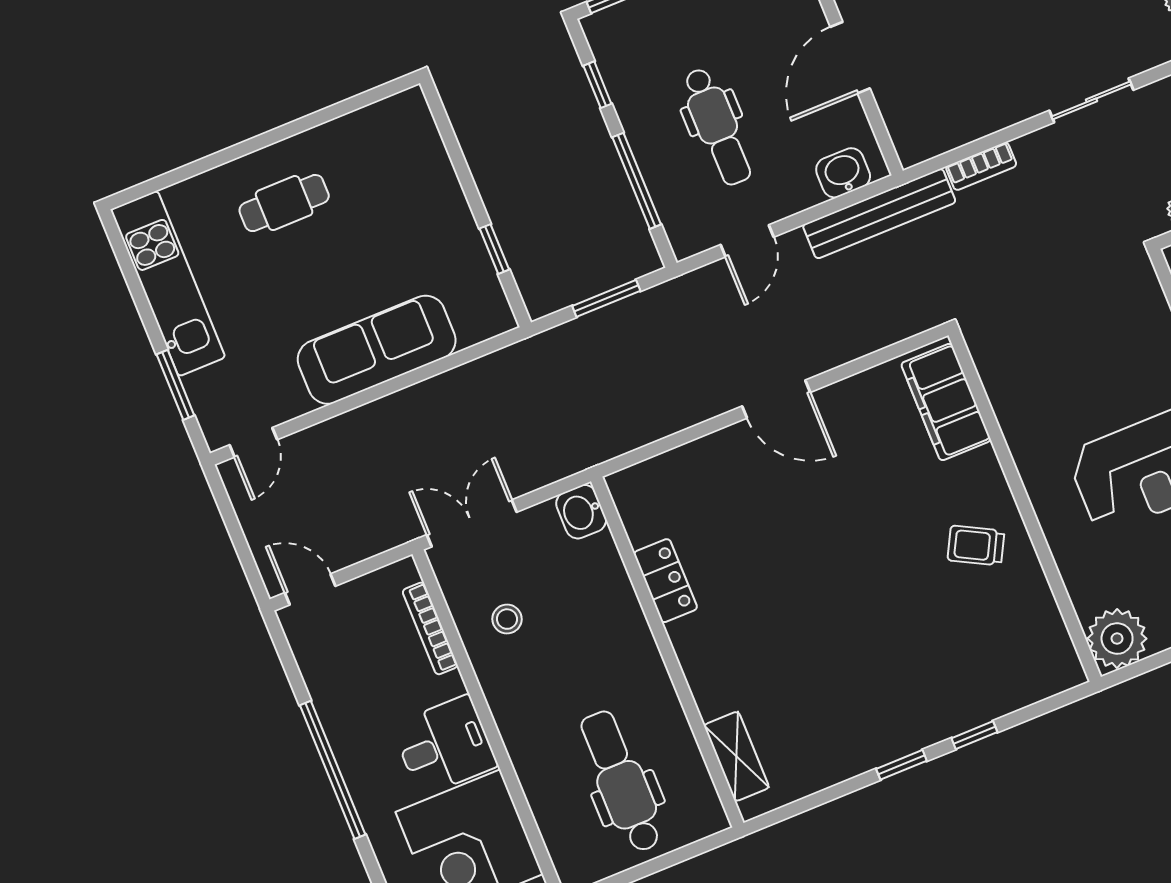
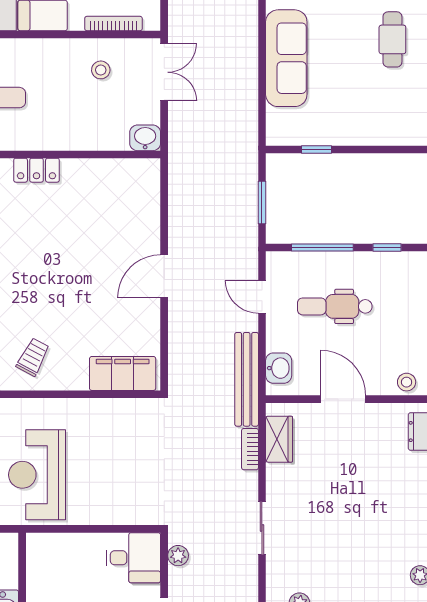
wardrobe: (949, 129) -> (279, 439), added
locker: (666, 581) -> (37, 170), moved

